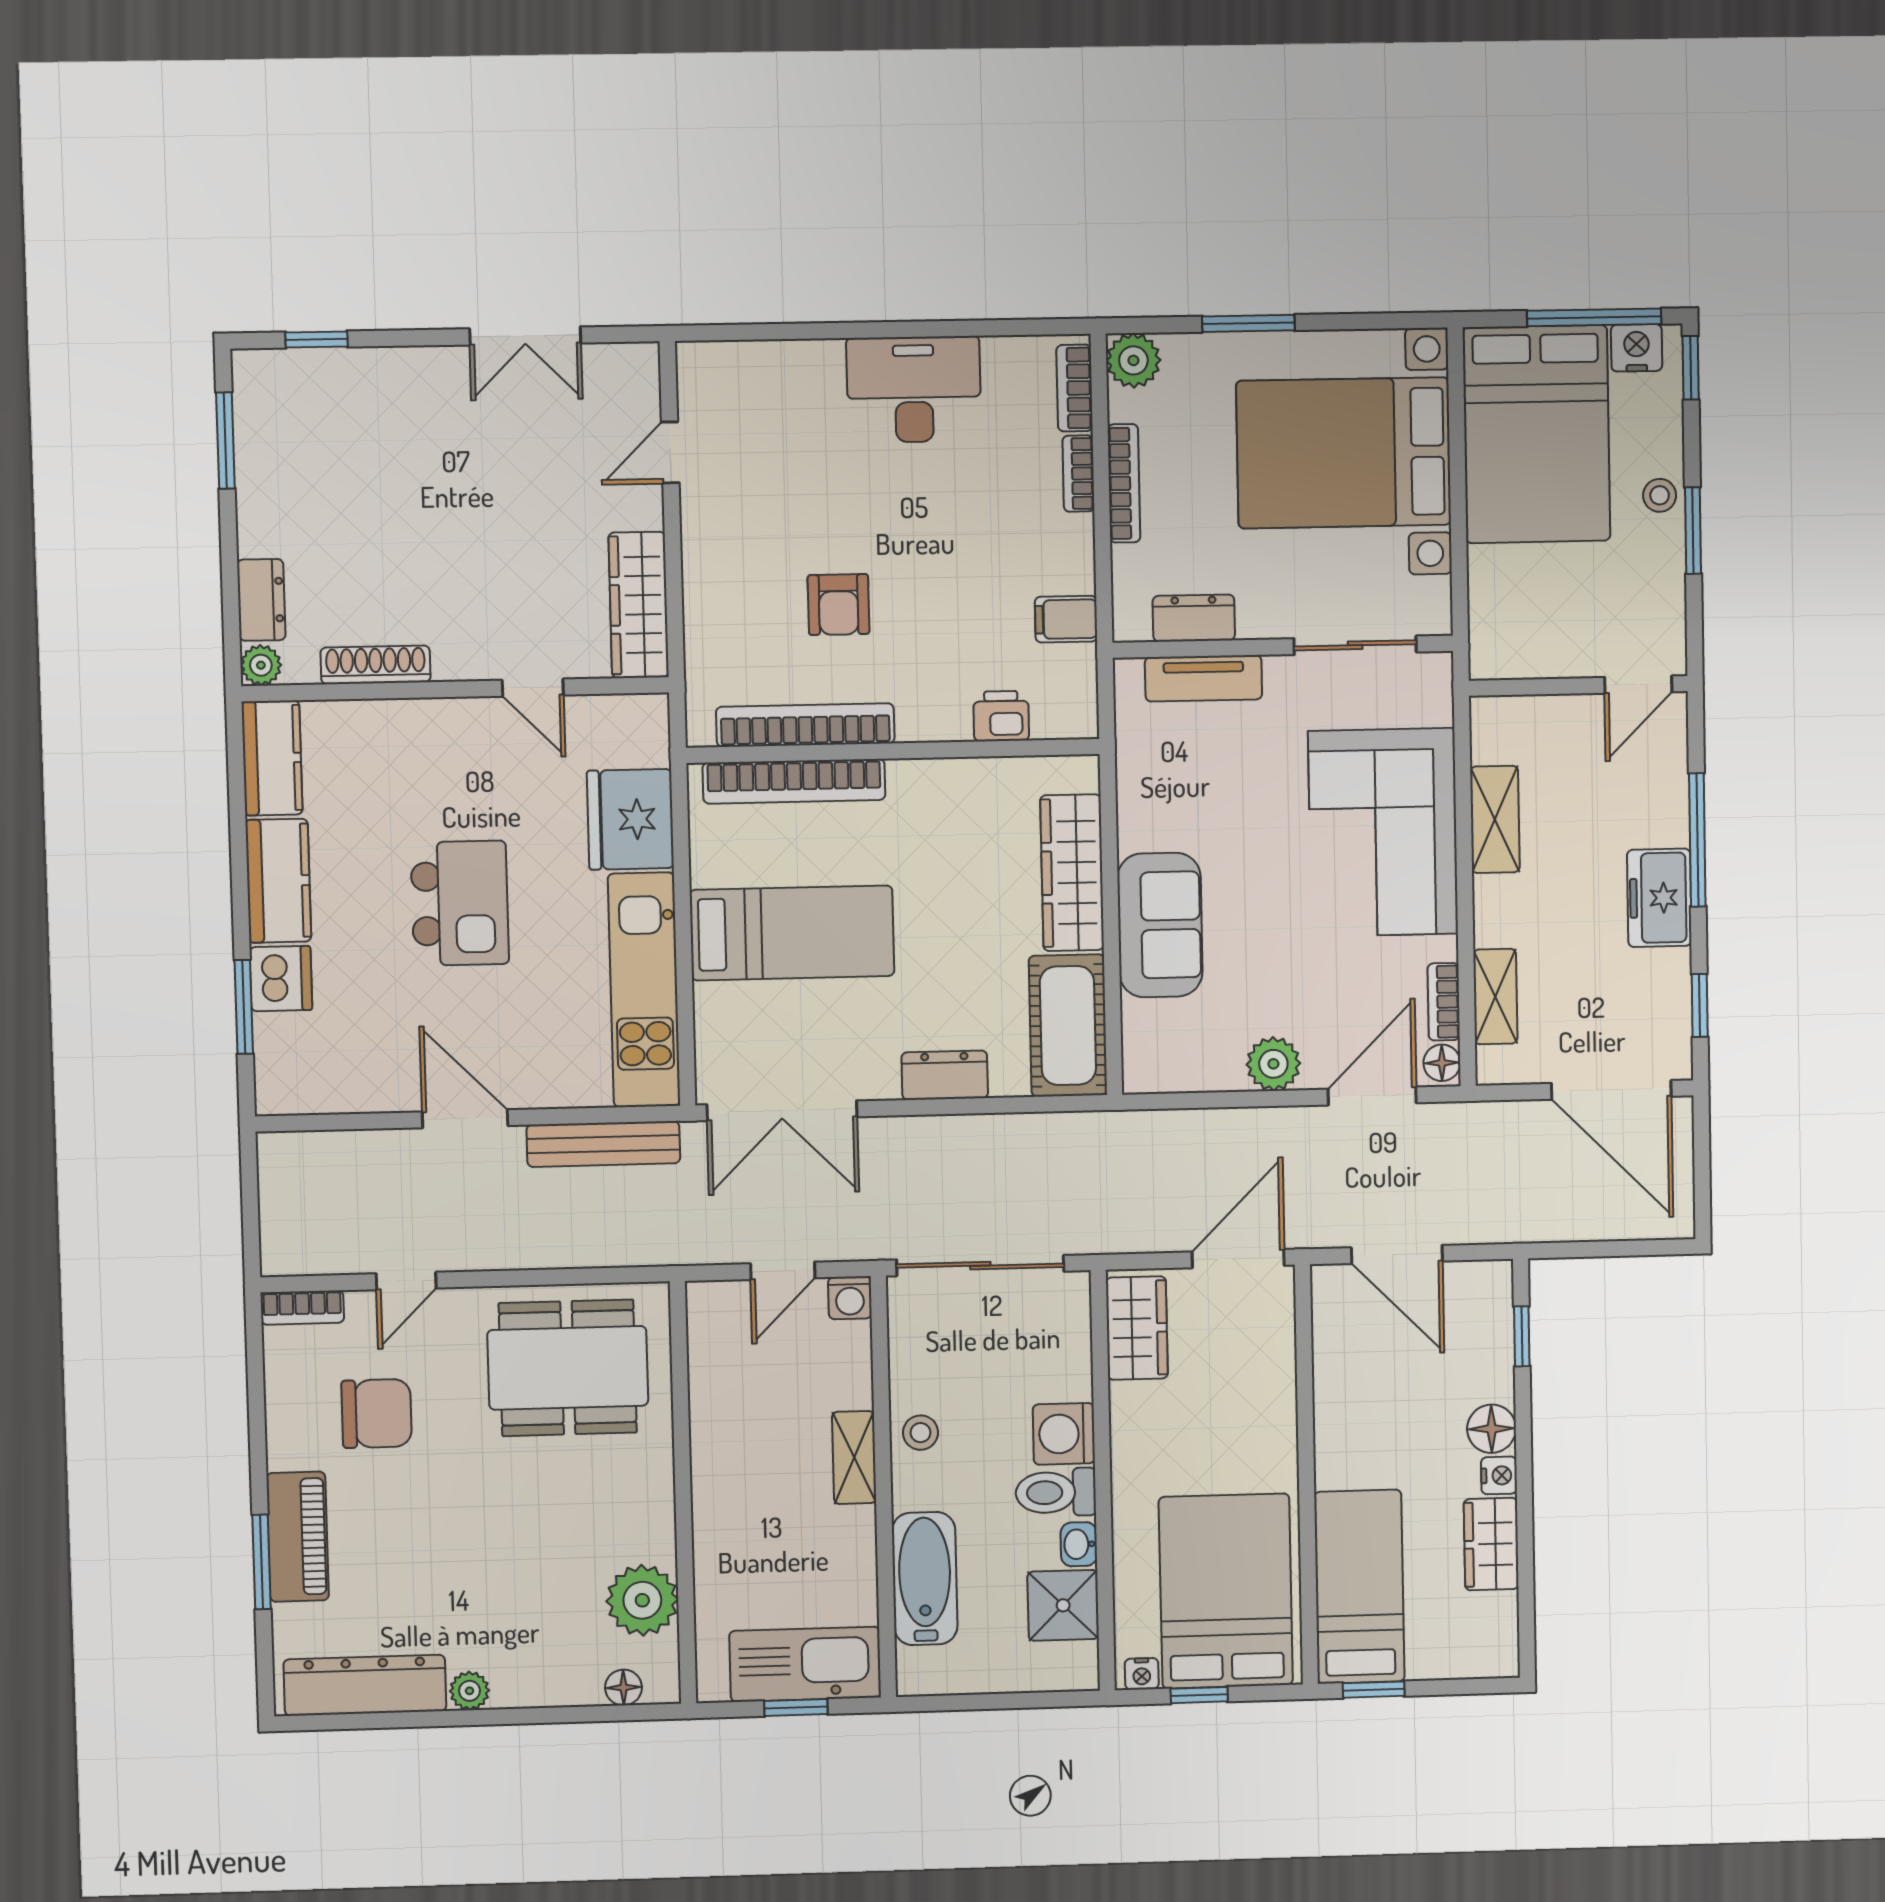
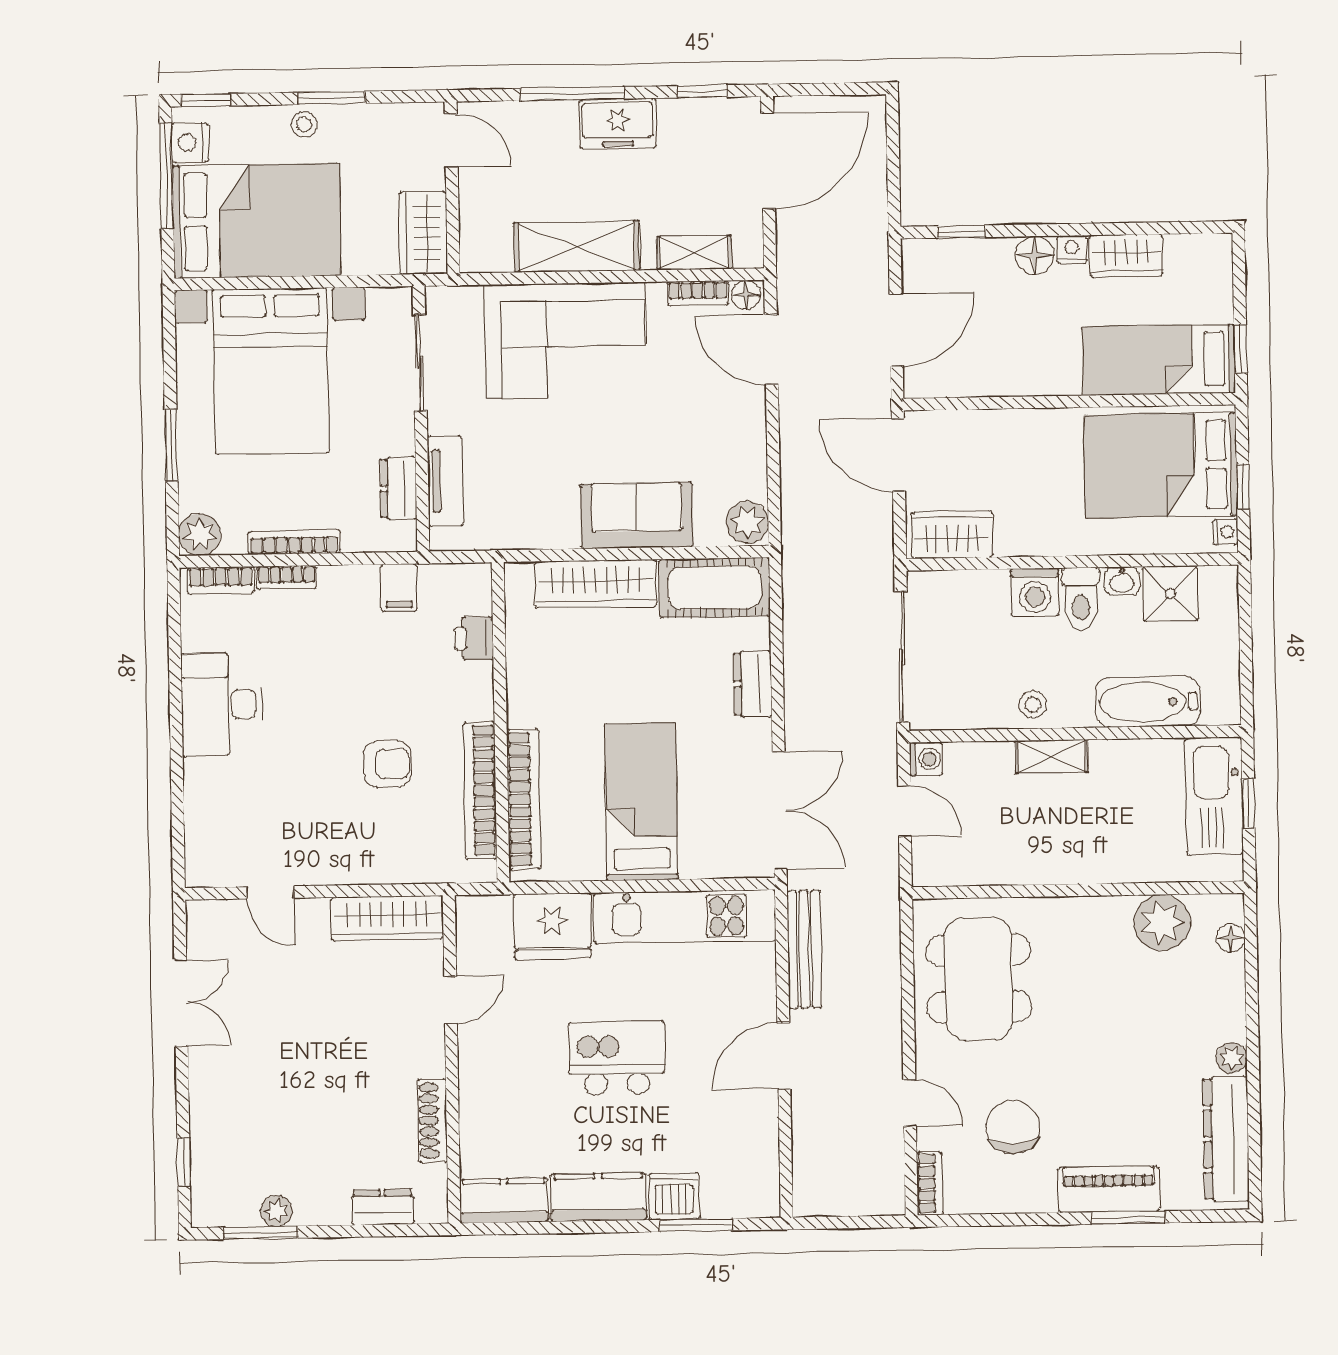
wardrobe: (1521, 649) -> (423, 233), added
plant: (261, 665) -> (276, 1211), moved
shelving: (1495, 819) -> (577, 246), width x1.50, depth x1.33
plant: (1273, 1064) -> (747, 522), moved

